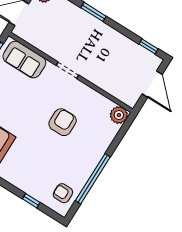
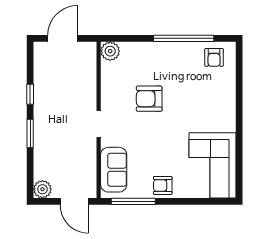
window: (149, 46) -> (30, 94), moved
window: (31, 201) -> (239, 82), removed

